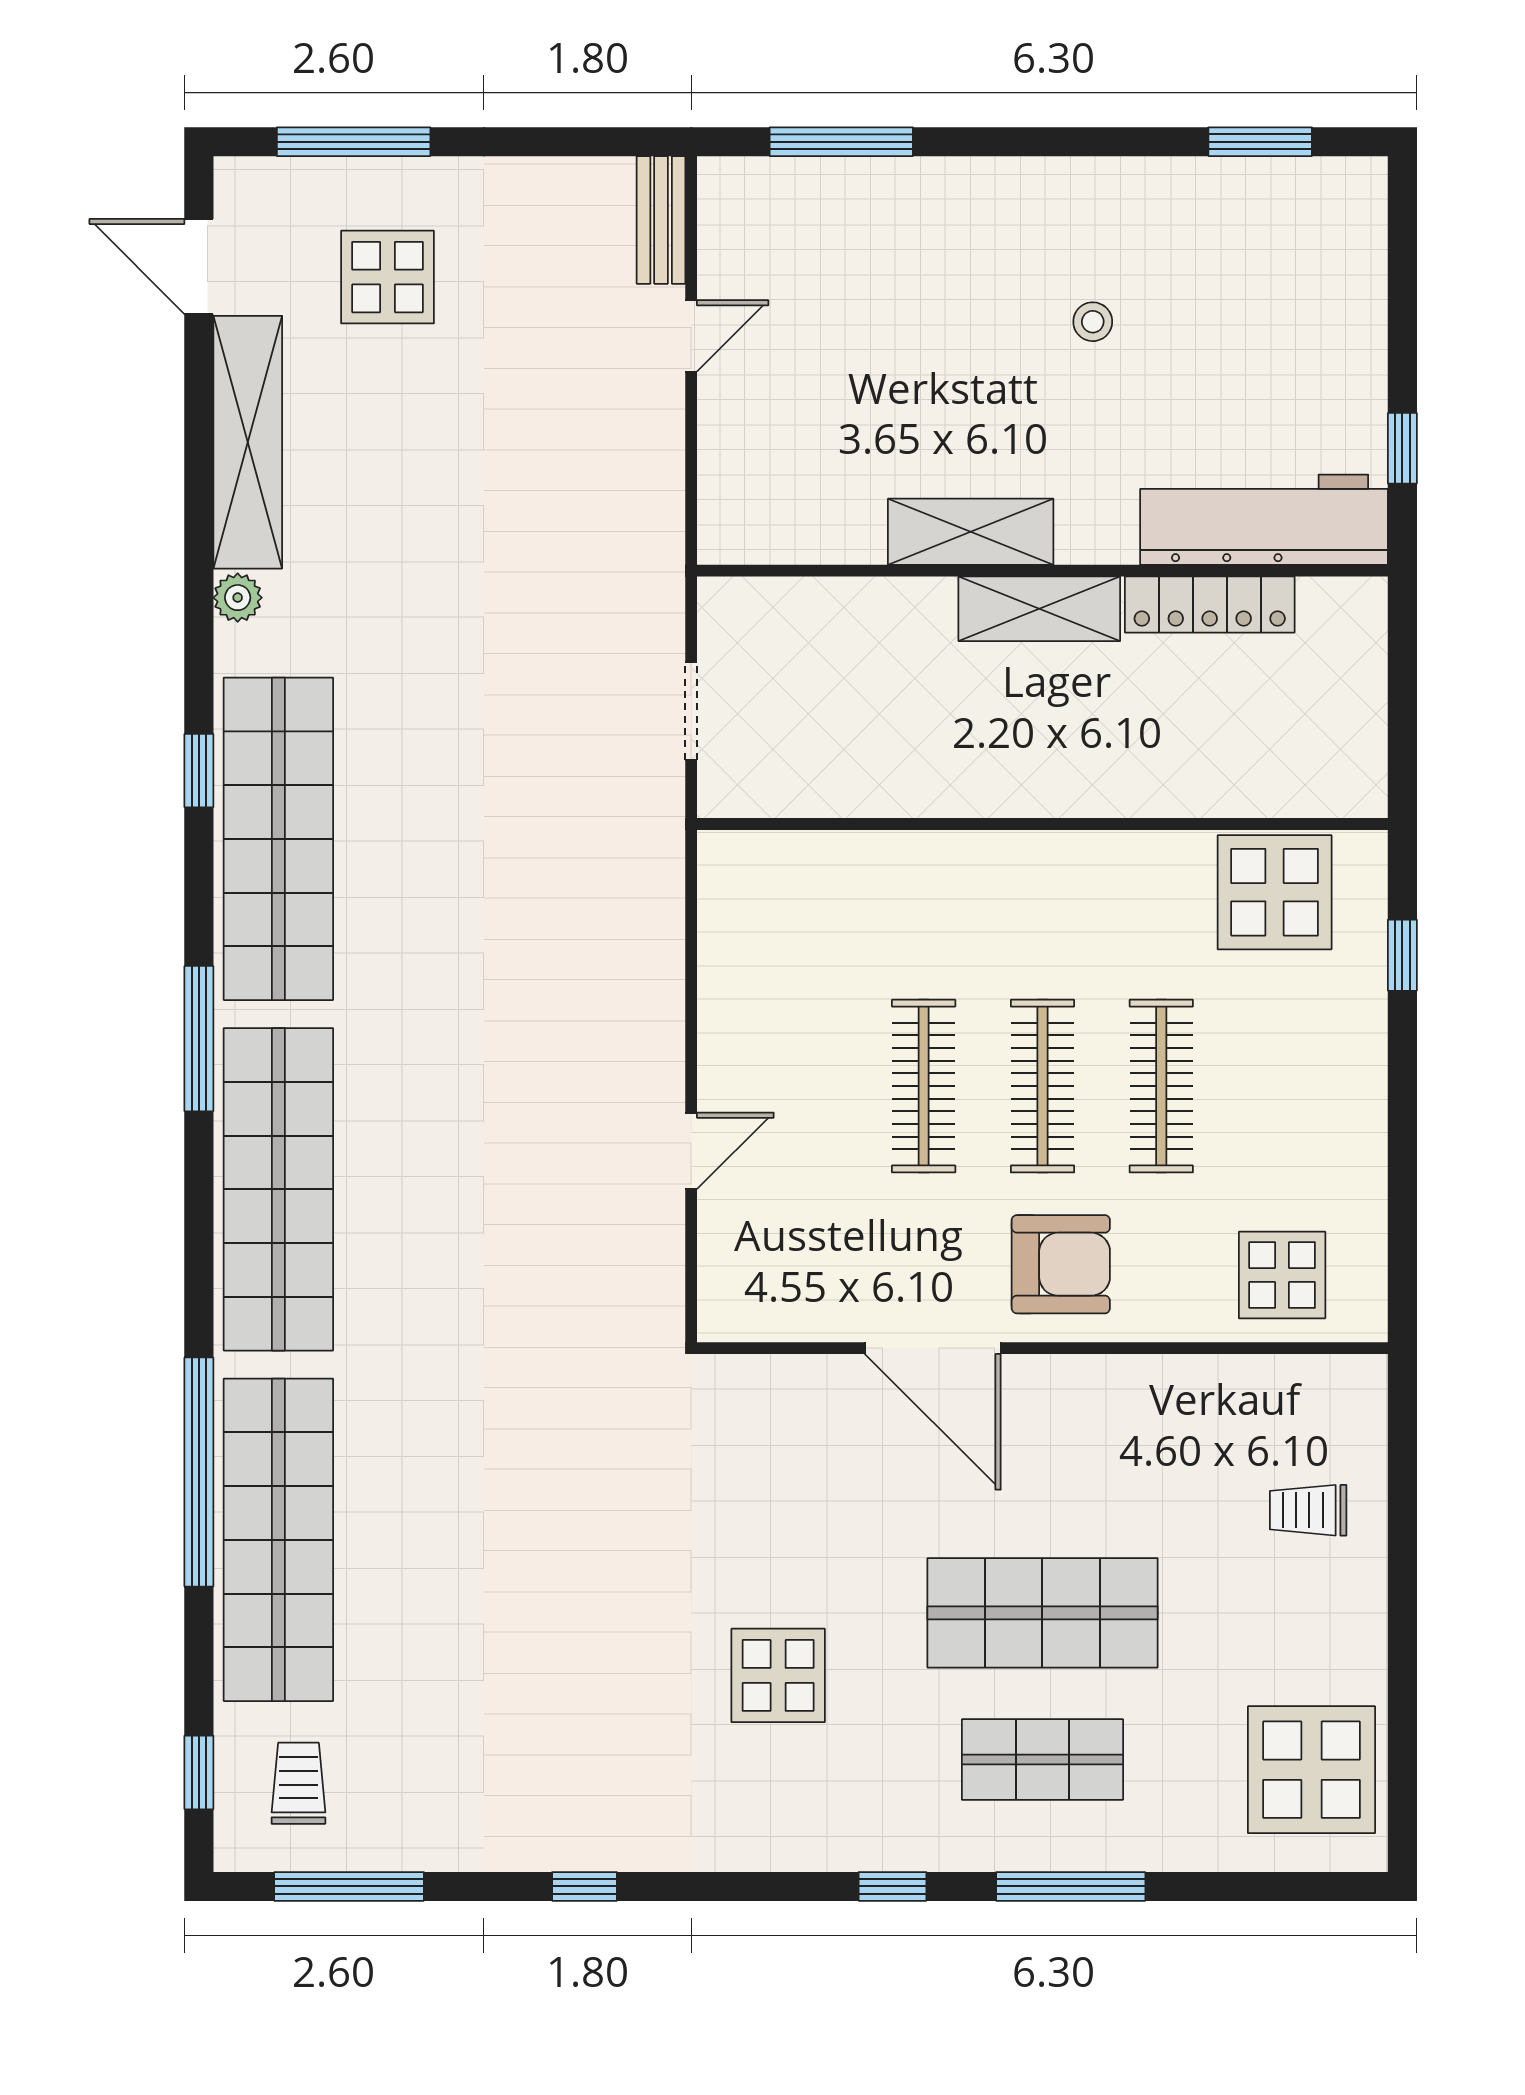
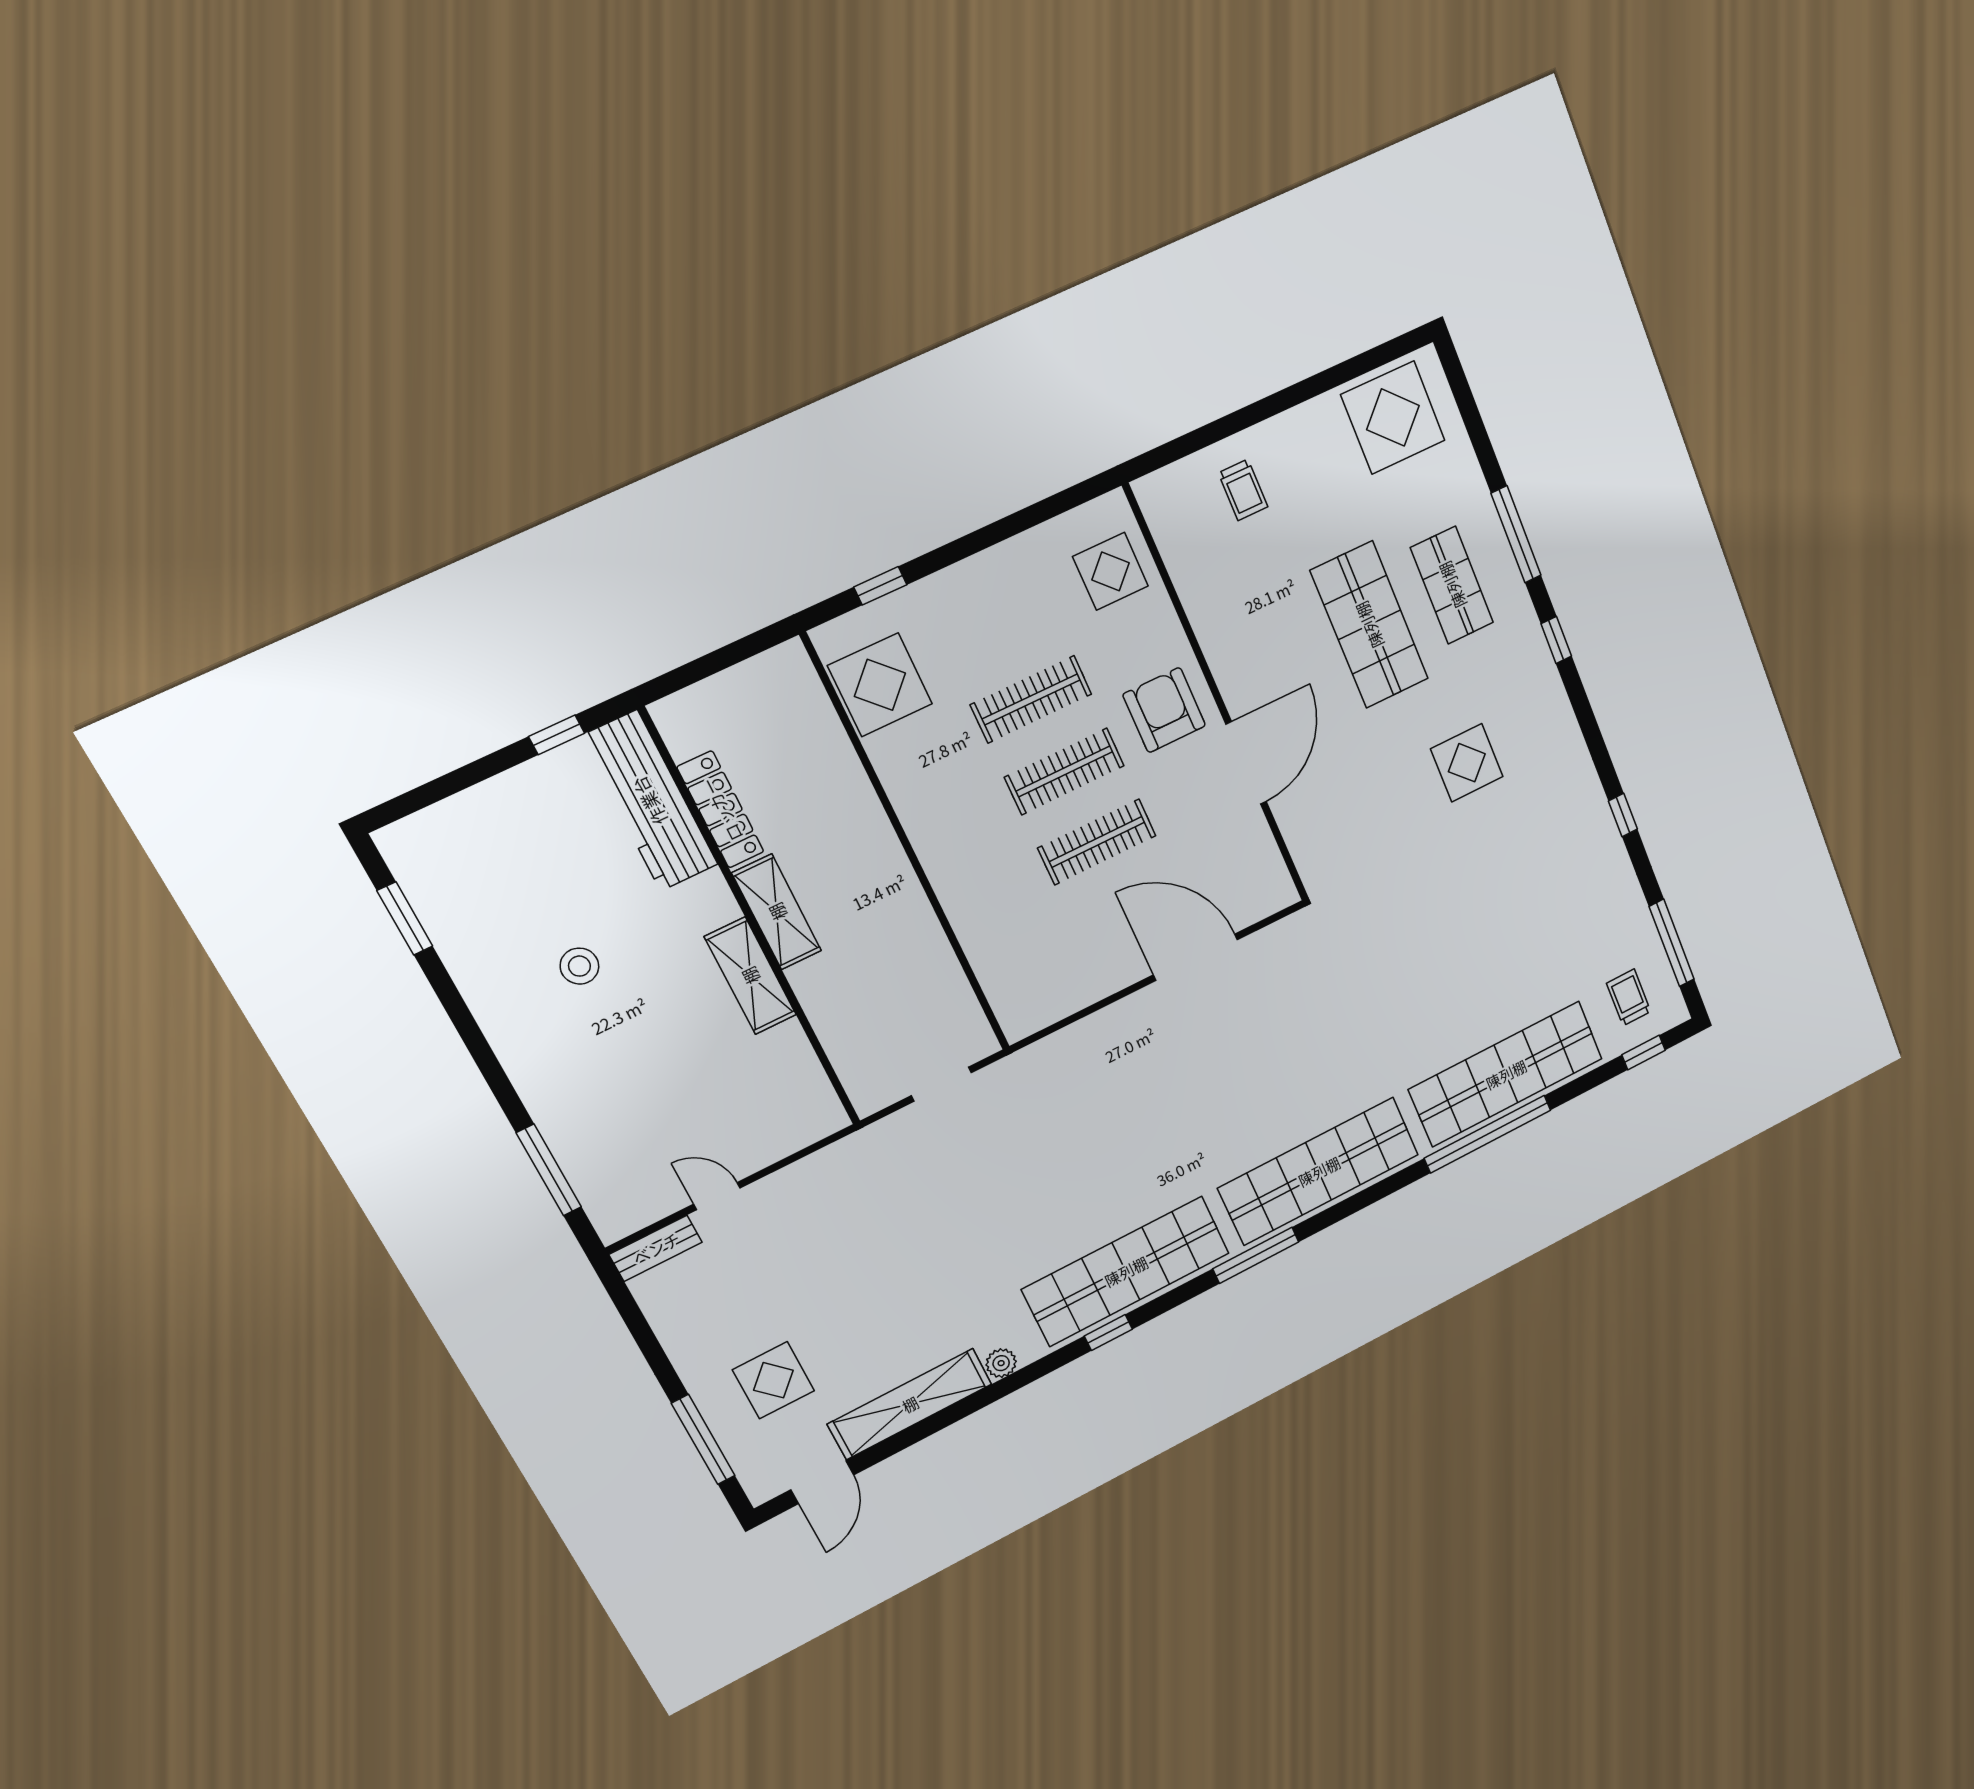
stool: (1093, 322) -> (579, 966), width x1.37, depth x1.37
door: (691, 1151) -> (1196, 957), width x1.88
trolley: (298, 1783) -> (1629, 997), turned 90

